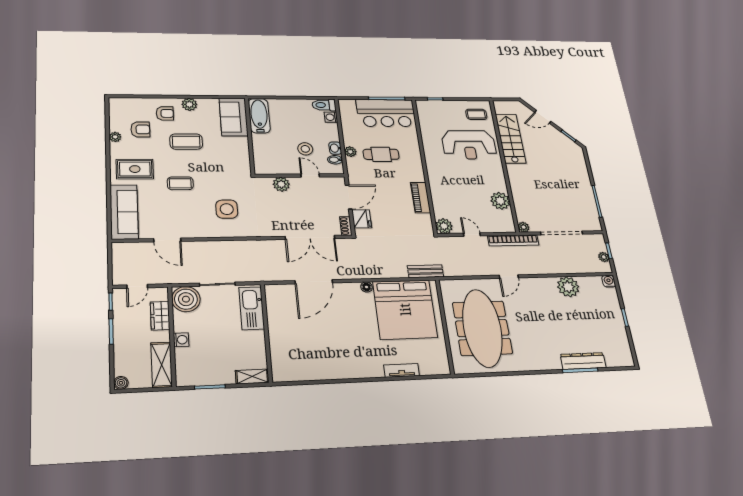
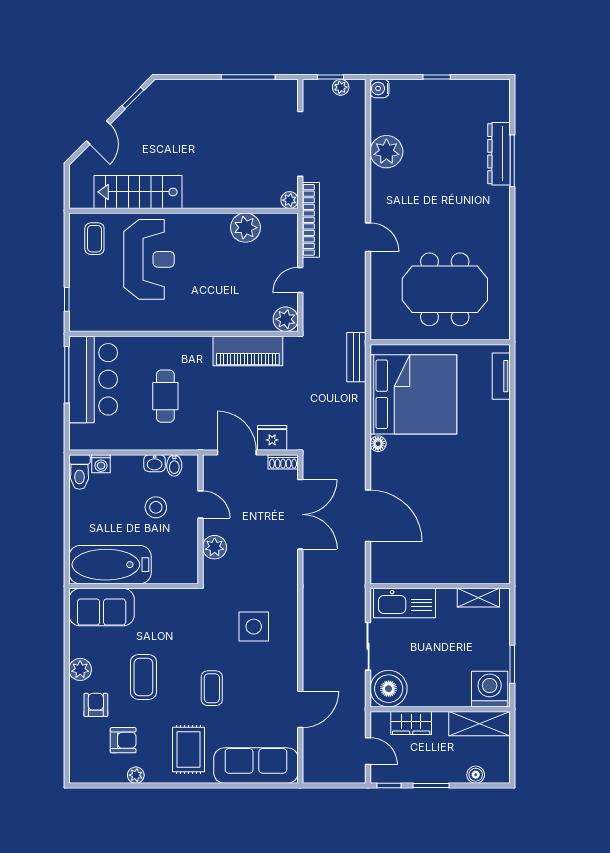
bathtub: (259, 116) -> (110, 565), width x1.36, depth x1.36
armchair: (140, 129) -> (123, 740), turned 90
plant: (350, 152) -> (161, 441), removed
door: (310, 175) -> (200, 505), swing flipped
piano: (420, 198) -> (248, 351), width x1.37, depth x1.33
meeting table: (482, 328) -> (445, 289), width x0.73
washing machine: (181, 340) -> (490, 689), moved, width x1.89, depth x1.89
tv unit: (402, 370) -> (501, 376), moved
shelving: (252, 377) -> (478, 598), moved, turned 90
boiler: (121, 383) -> (476, 775), moved

